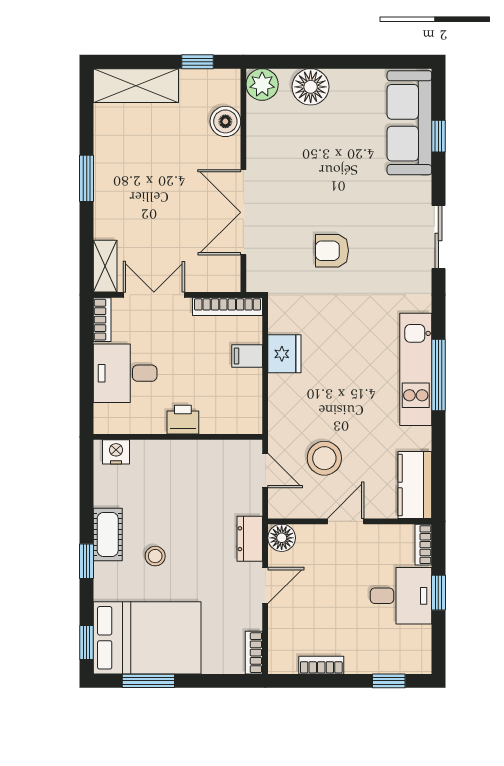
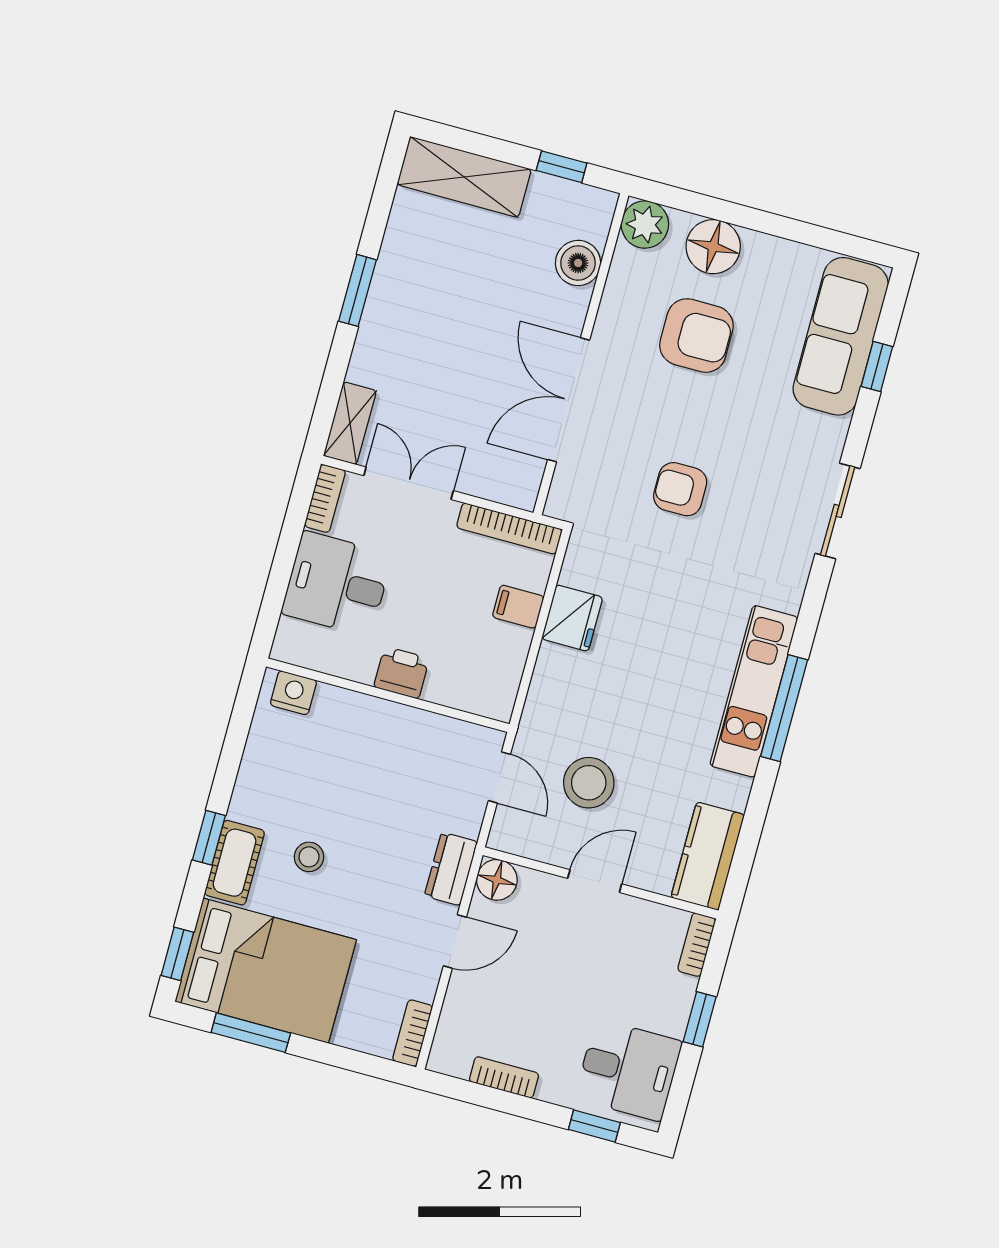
armchair: (315, 148) -> (696, 336), added
cot: (108, 534) -> (235, 863), moved
desk: (401, 596) -> (628, 1070), moved

